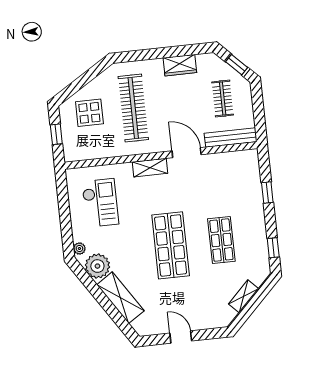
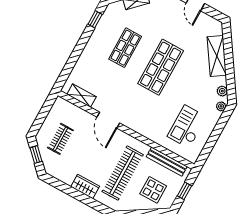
wardrobe: (180, 65) -> (85, 186), moved
bench: (231, 137) -> (167, 162), moved
shelving: (150, 168) -> (82, 96), moved
window: (267, 192) -> (74, 58), removed
plant: (97, 266) -> (222, 91), width x0.53, depth x0.53

